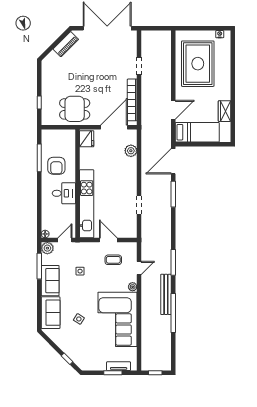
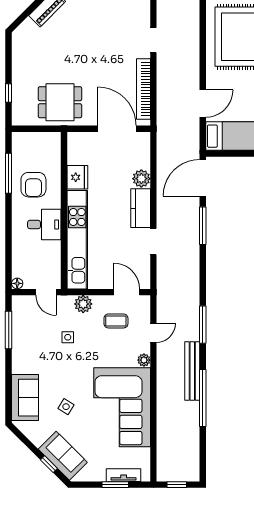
door: (114, 127) -> (117, 129), hinge flipped
fridge: (87, 139) -> (77, 177), moved
plant: (131, 151) -> (141, 179), moved
kitchen counter: (130, 182) -> (141, 208), added
door: (65, 240) -> (46, 292), swing flipped
door: (108, 240) -> (127, 292), moved
plant: (47, 248) -> (83, 304), moved
sofa: (50, 281) -> (63, 456), moved, turned -45

